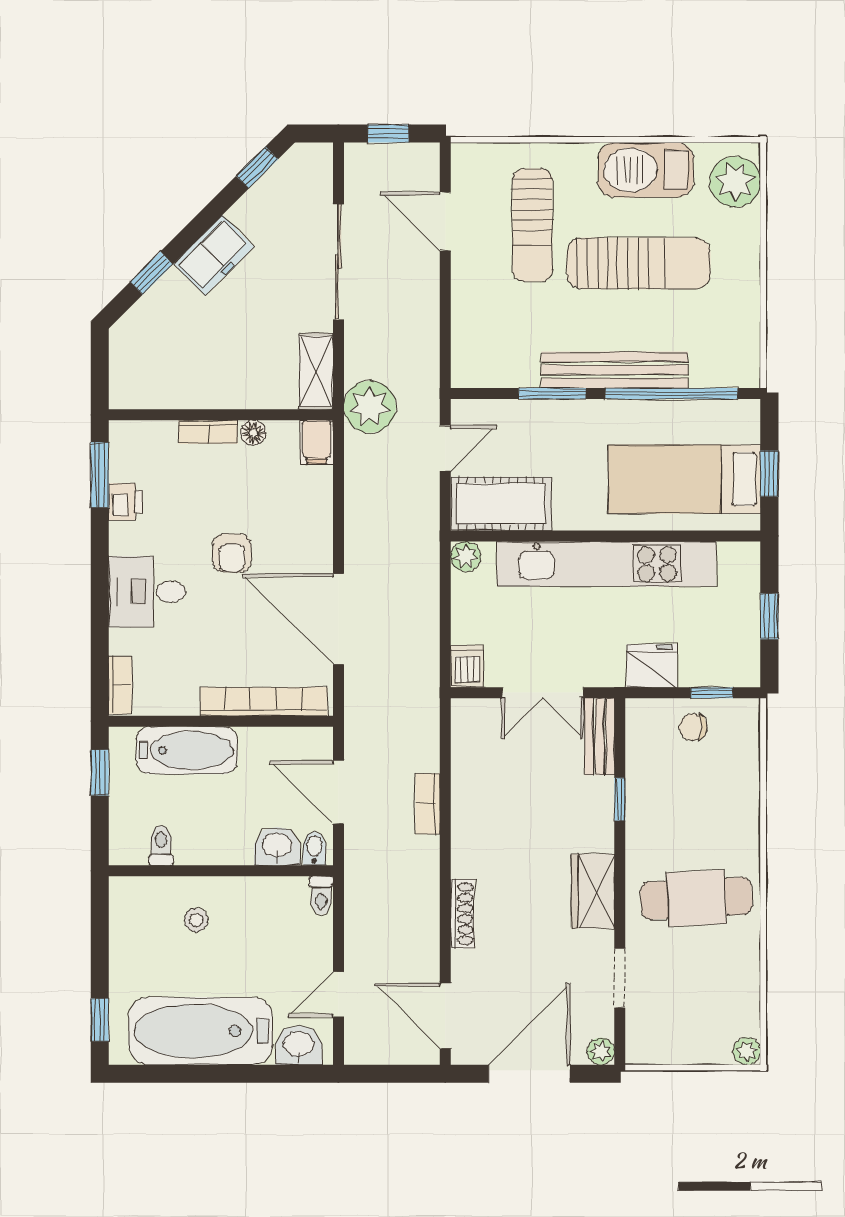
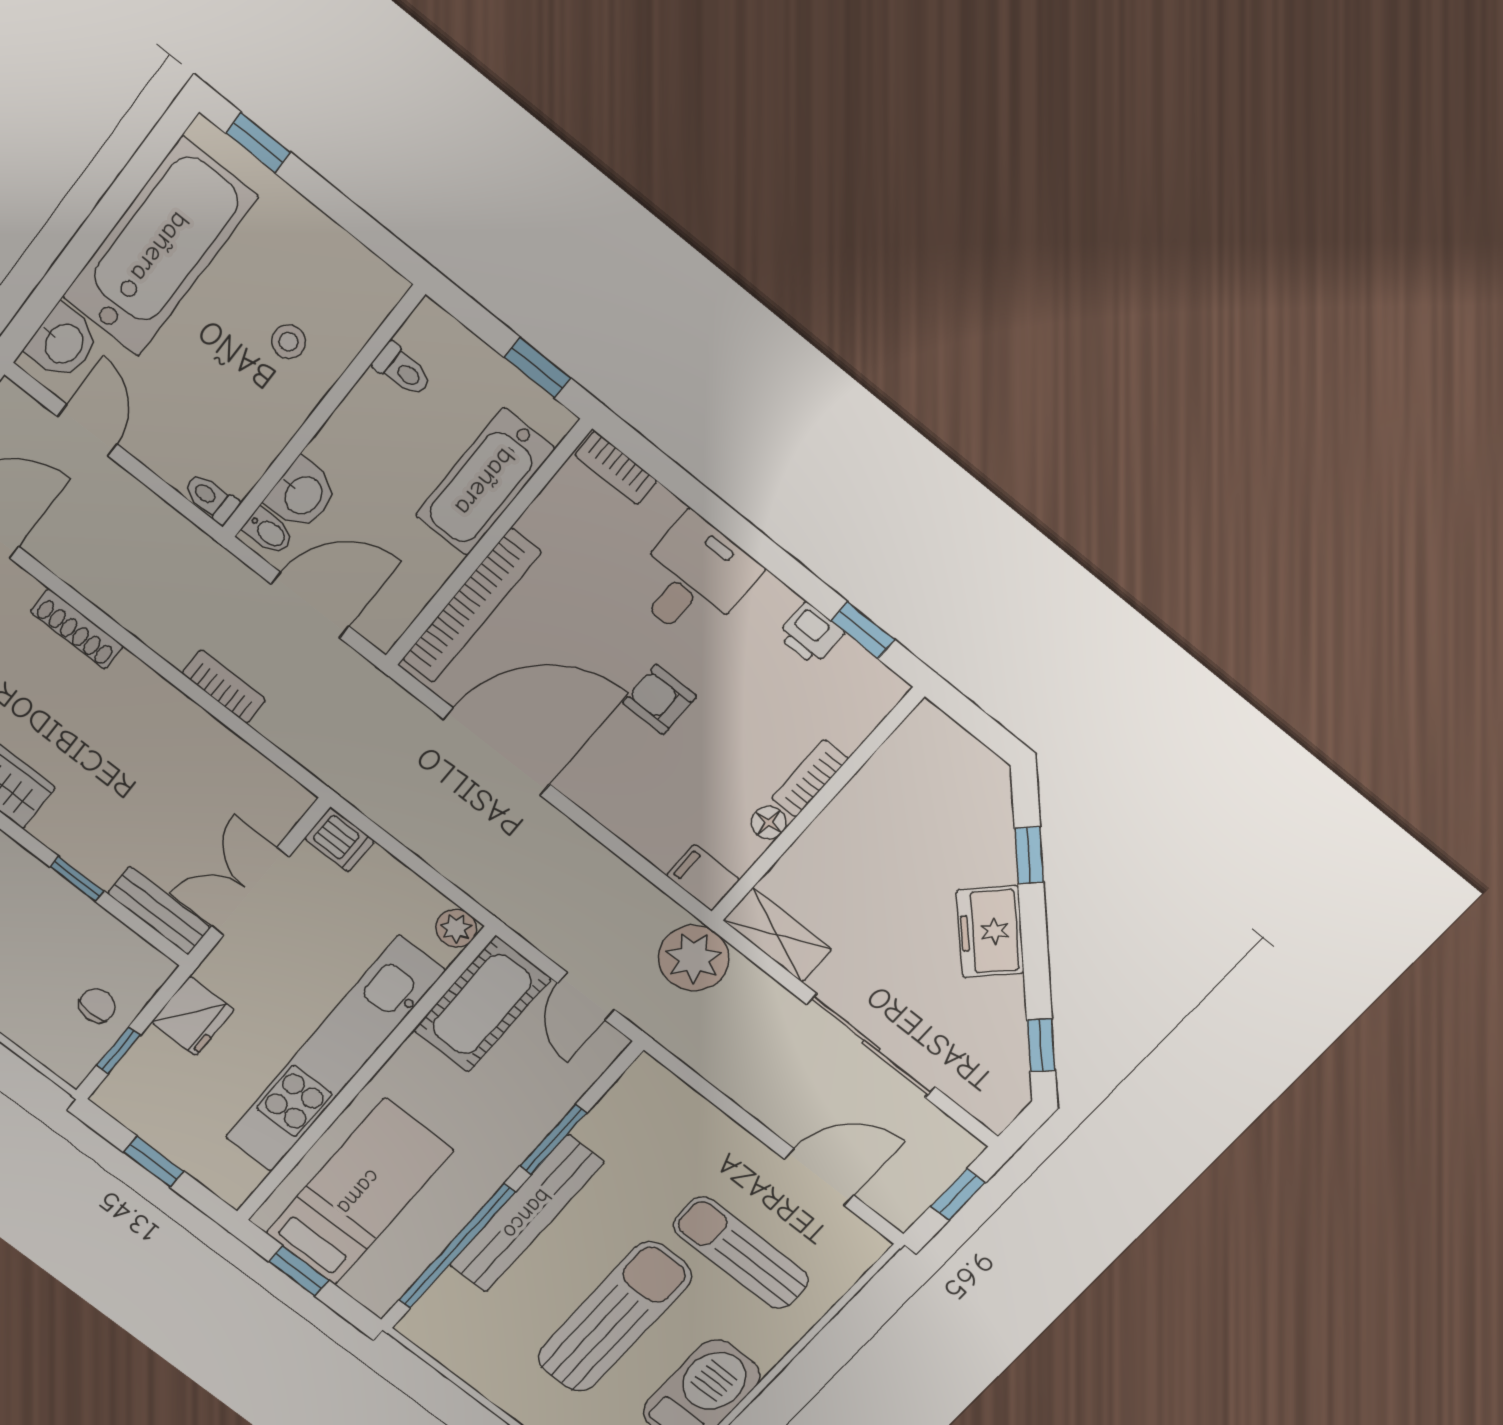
sun lounger: (639, 263) -> (614, 1317), turned 180
window: (100, 475) -> (863, 630), width x0.67

